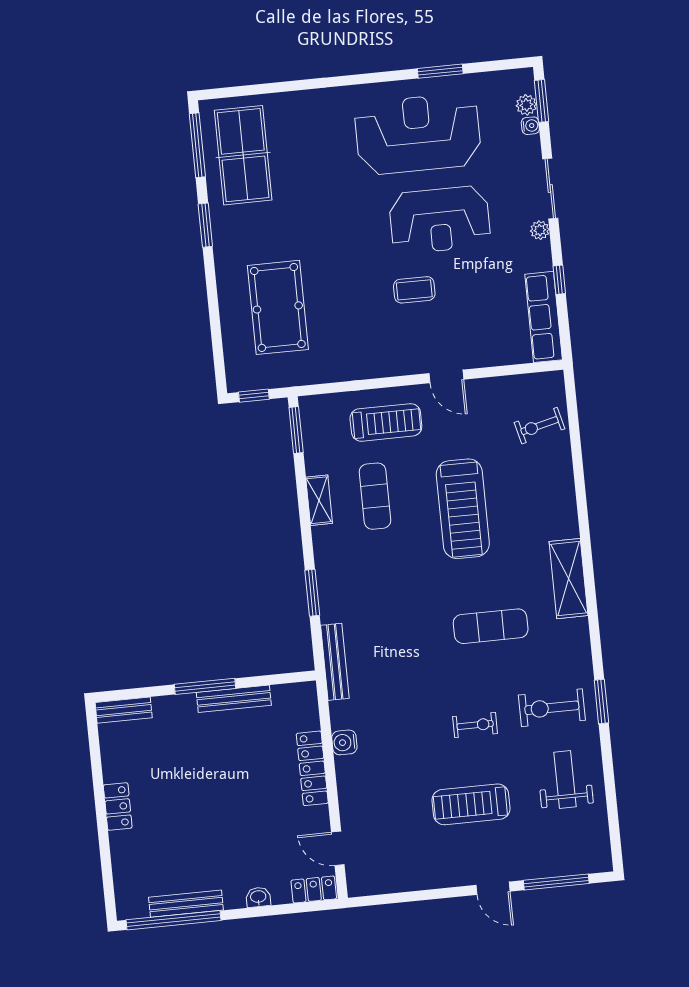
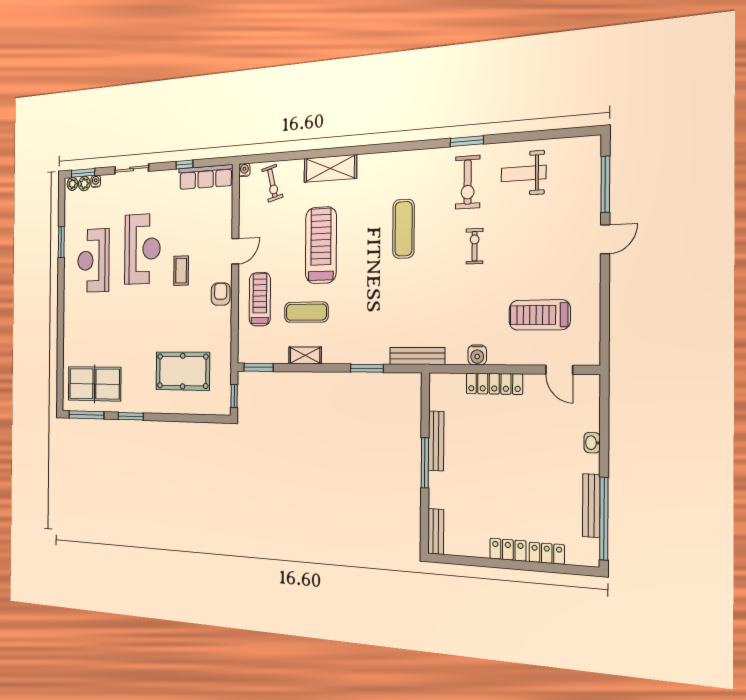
reception desk: (418, 134) -> (93, 260), width x0.74, depth x0.77
plant: (540, 230) -> (72, 184), moved
armchair: (388, 359) -> (221, 294), added
water cooler: (555, 379) -> (244, 170), added
treadmill: (463, 509) -> (321, 245), turned -90
shelving: (569, 579) -> (330, 168), moved
treadmill: (471, 804) -> (540, 315), moved, turned 90
door: (338, 848) -> (559, 370), hinge flipped
locker: (314, 889) -> (547, 553), moved, turned 90

